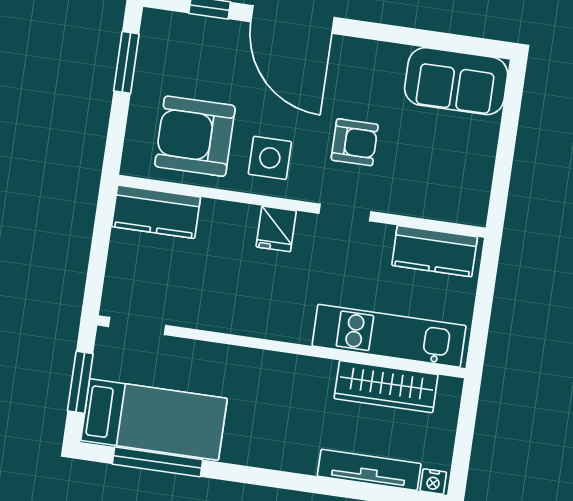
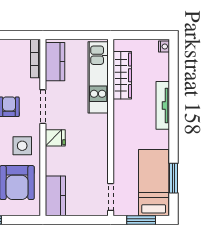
bookcase: (447, 211) -> (35, 59), added
doorway: (345, 213) -> (43, 107), width x1.38
window: (157, 462) -> (173, 178), width x0.69
tv unit: (369, 470) -> (163, 105), moved

